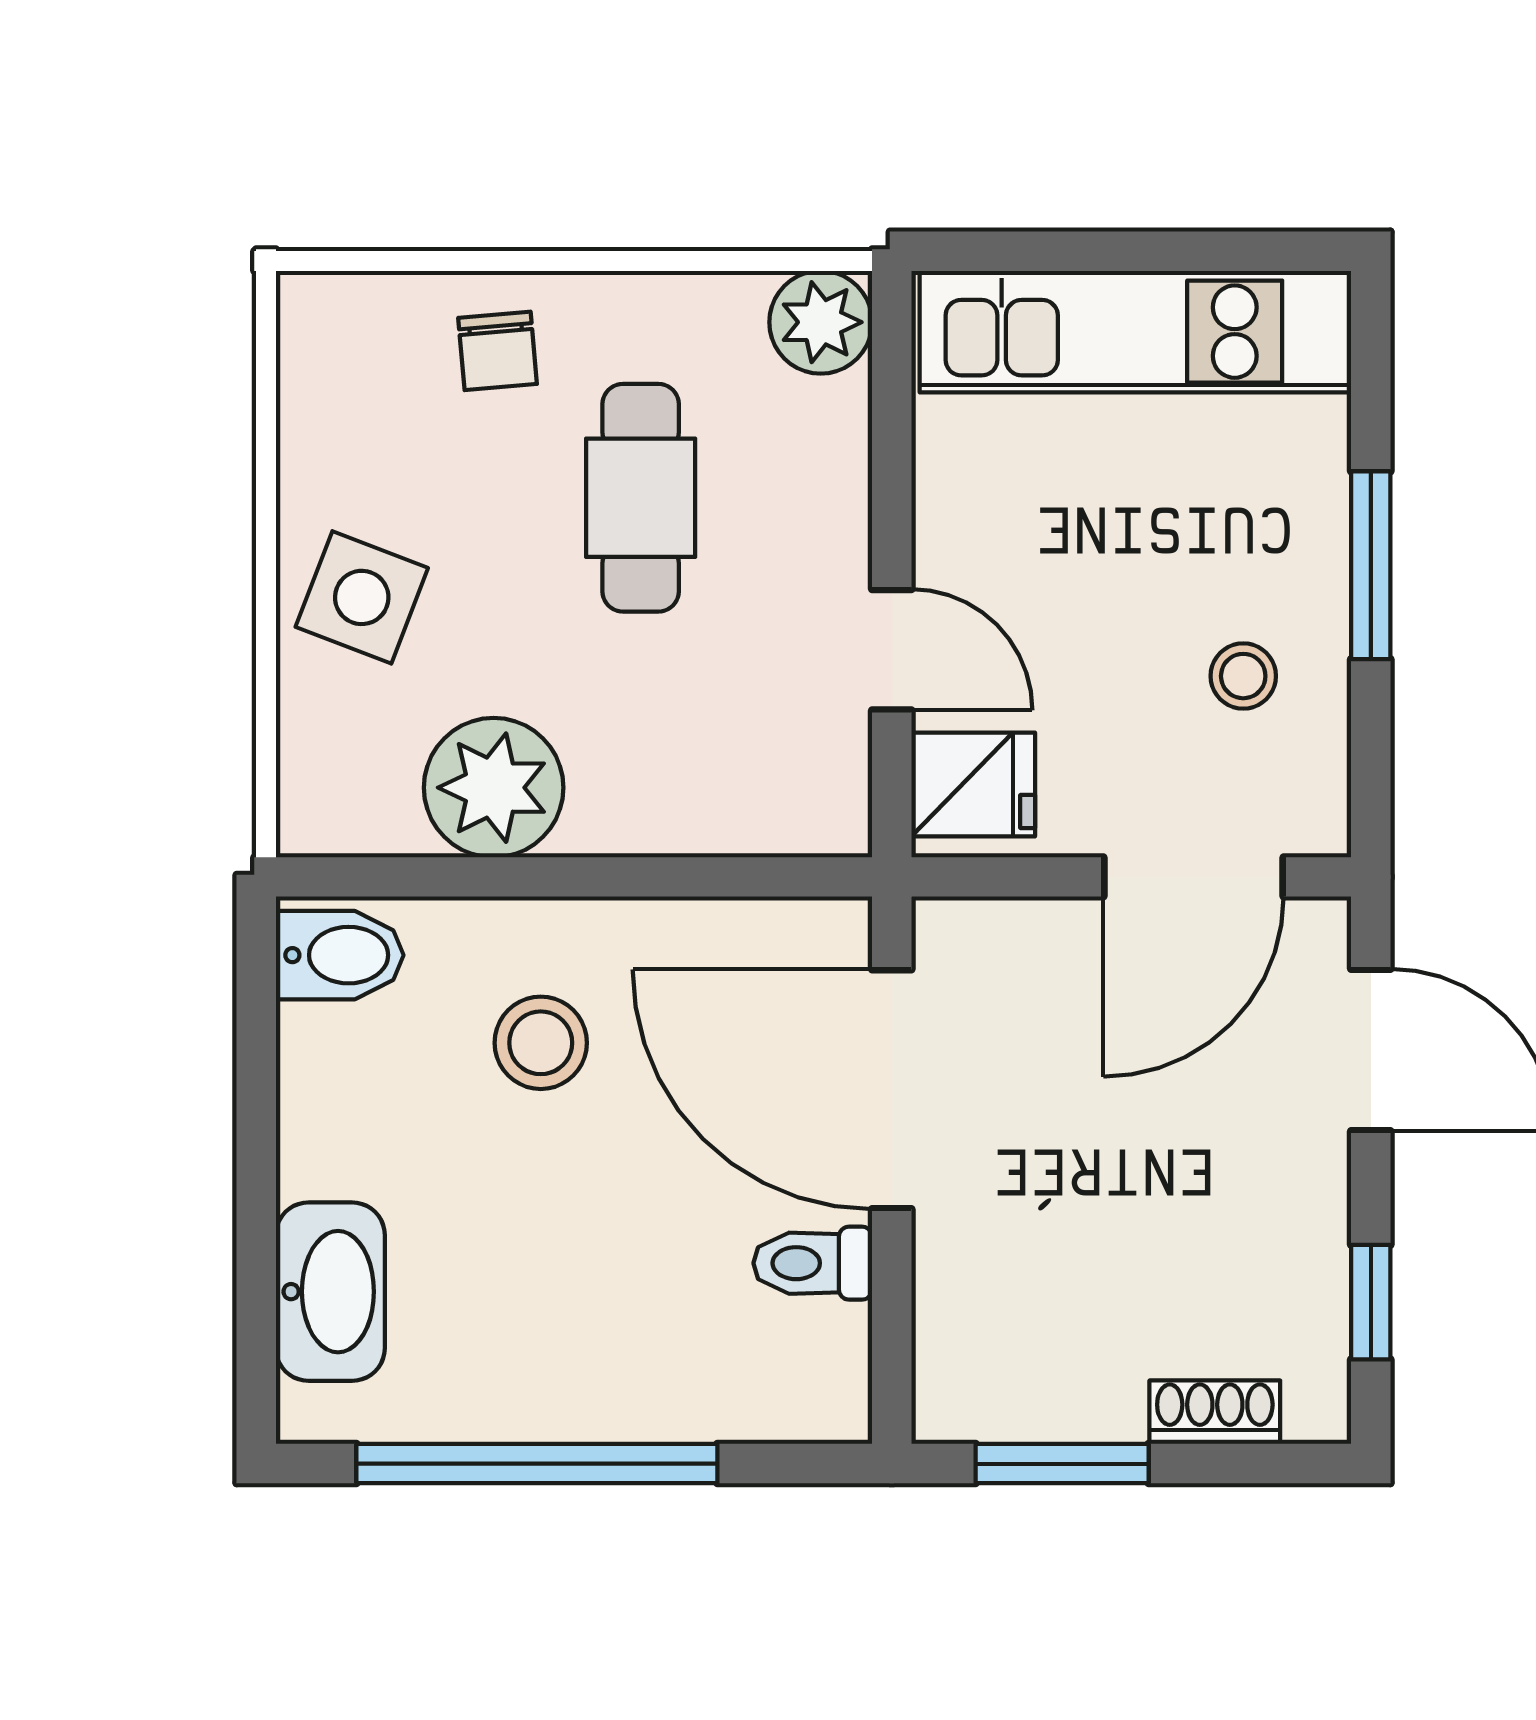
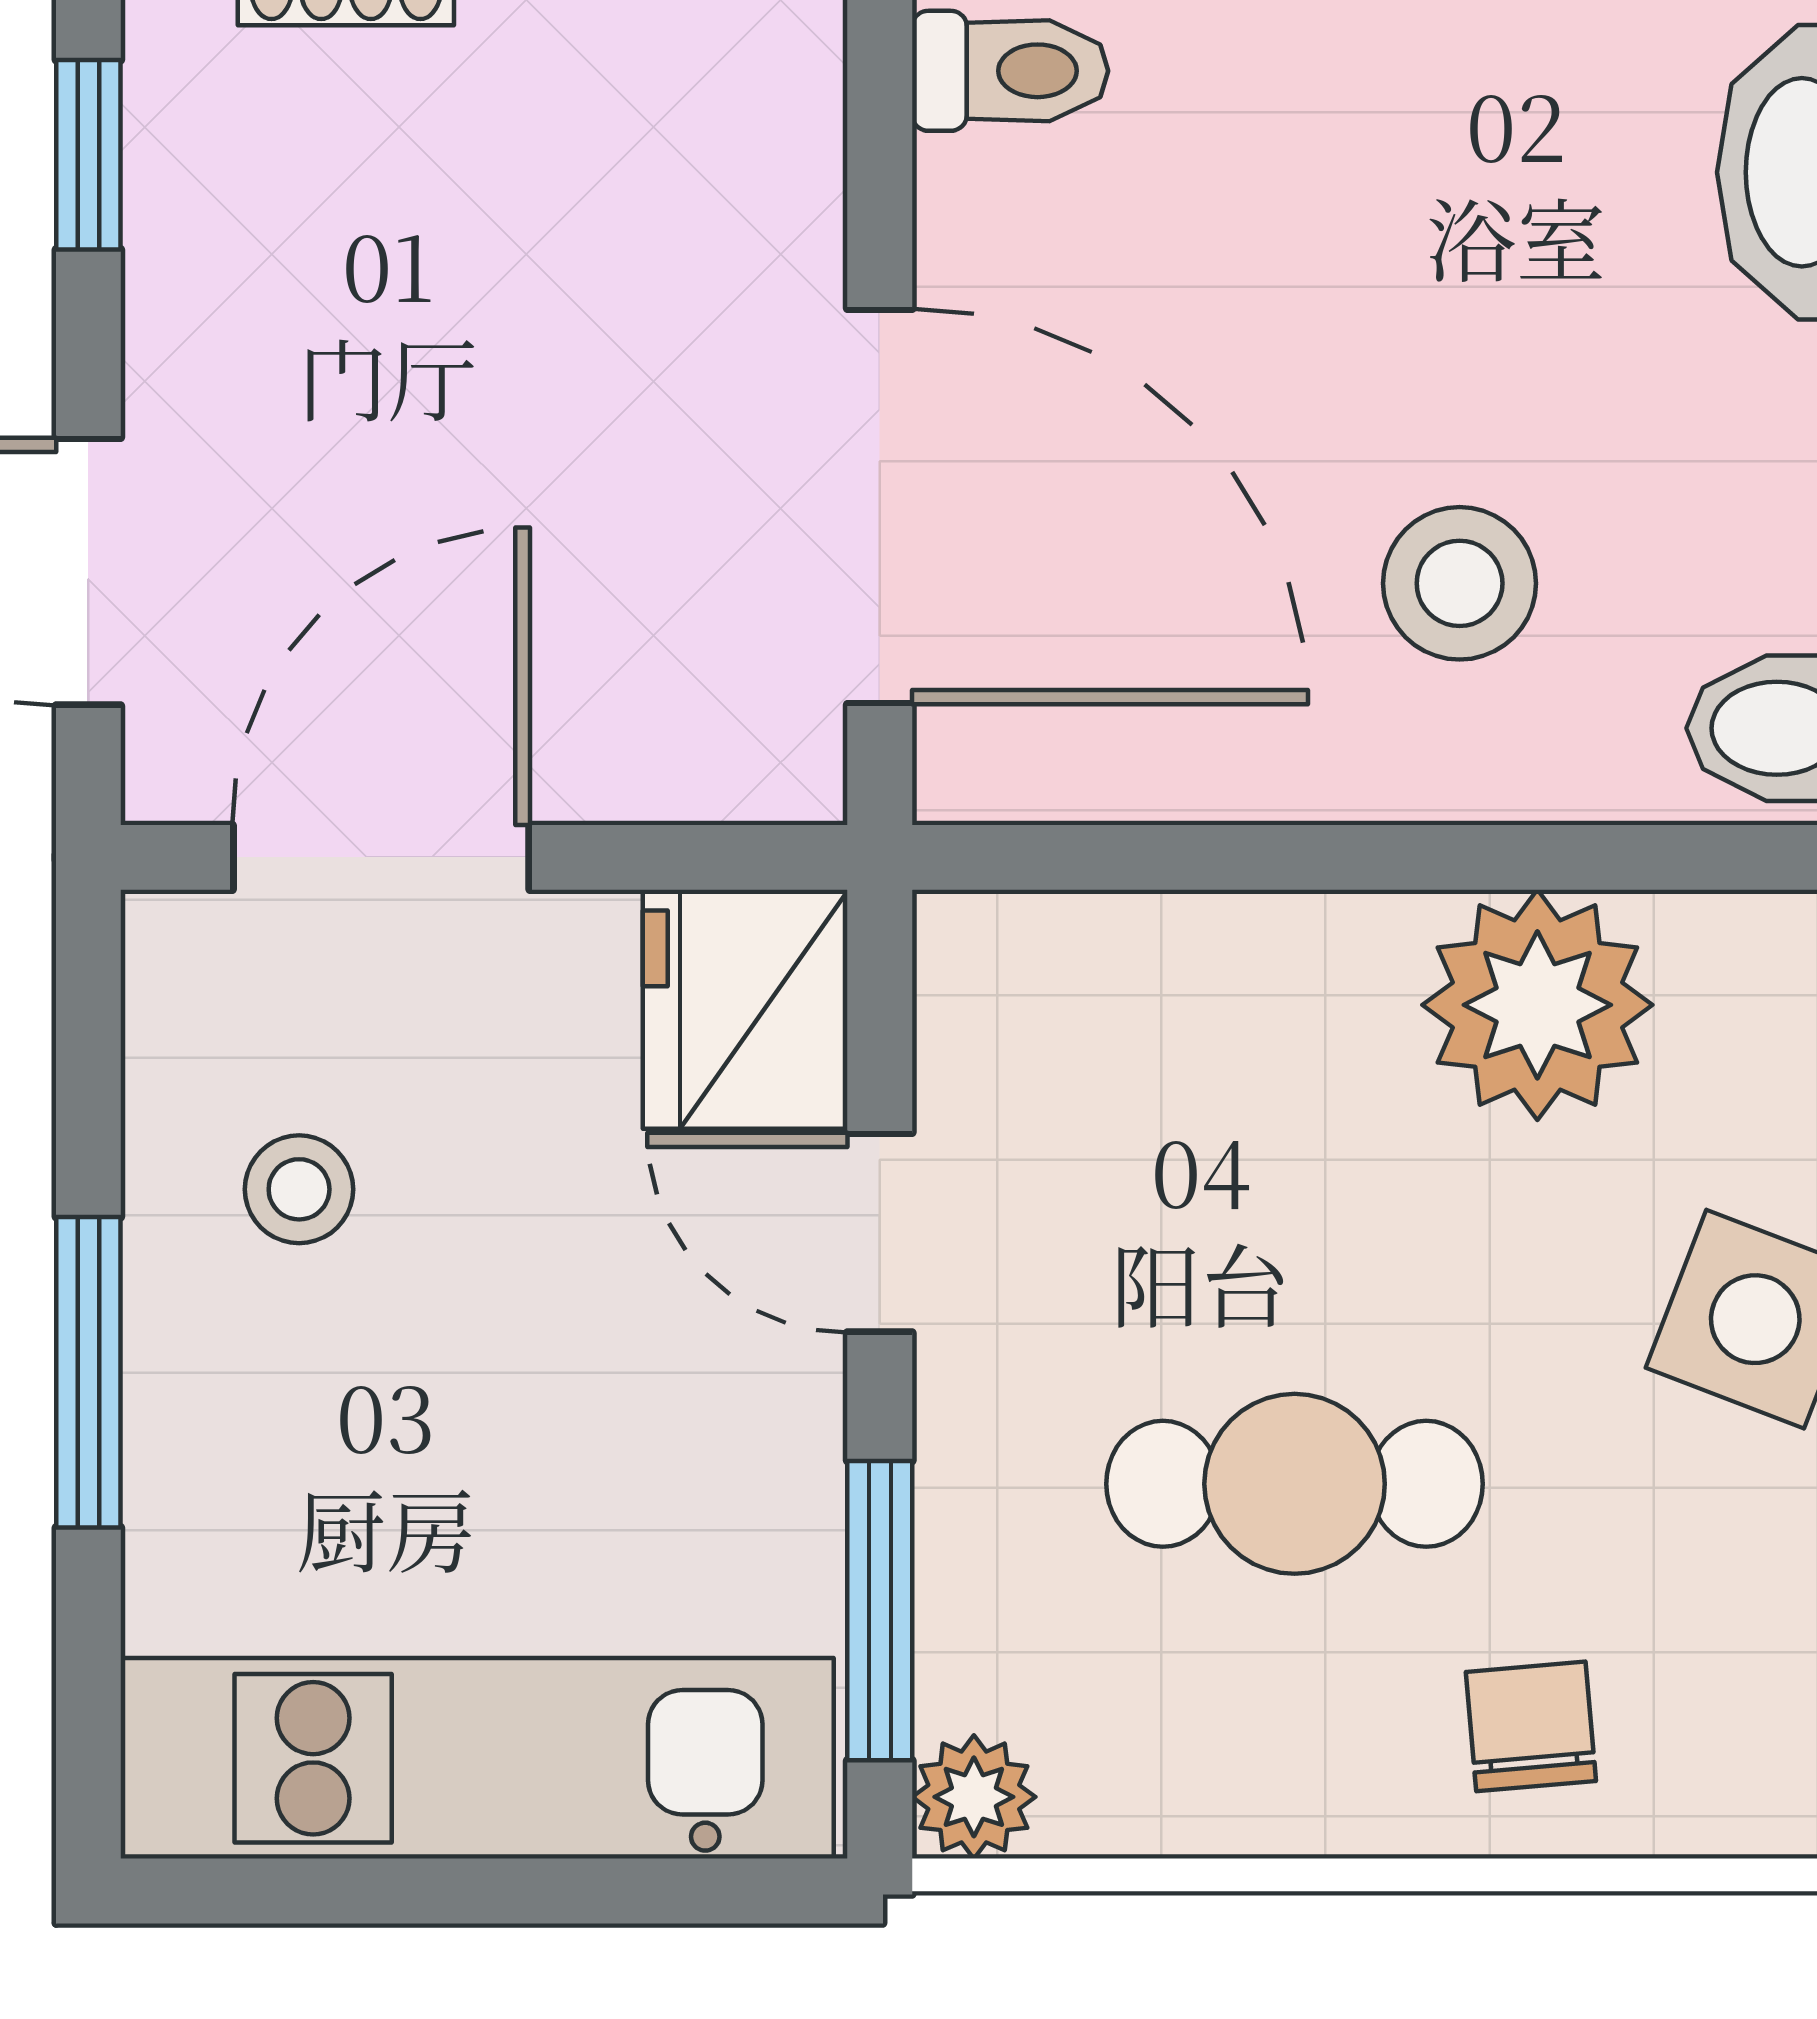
plant: (821, 322) -> (974, 1797), width x0.73, depth x0.73
window: (892, 421) -> (880, 1611), added
cafe table: (641, 498) -> (1295, 1484), turned 90
fridge: (973, 785) -> (745, 1010), width x1.38
toilet: (813, 1263) -> (1010, 71), moved

